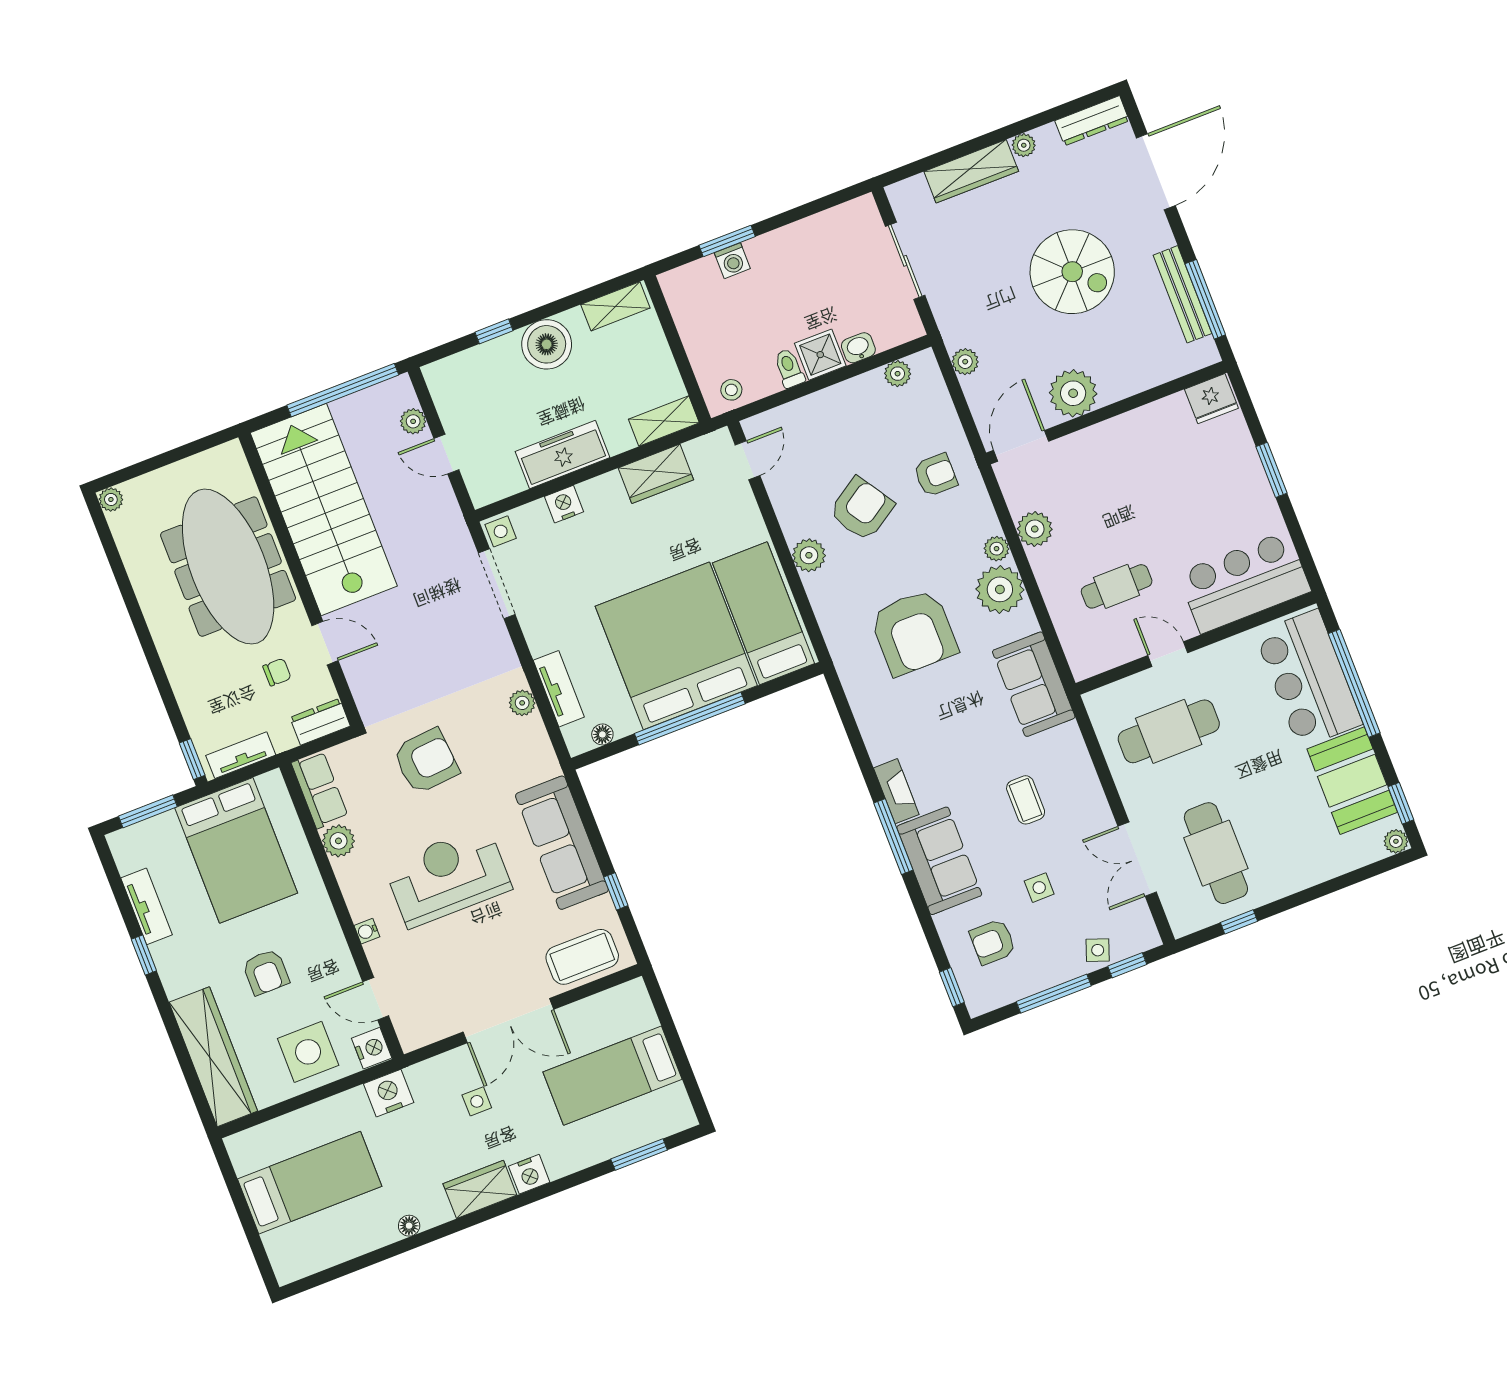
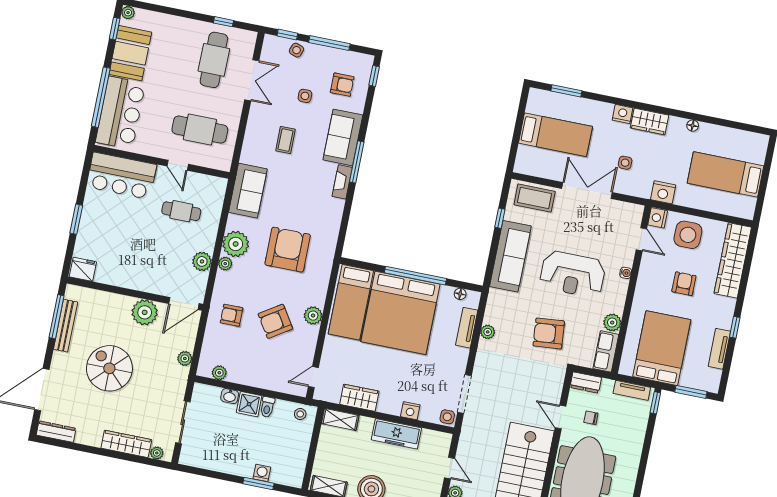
plant: (1024, 145) -> (157, 453), moved

